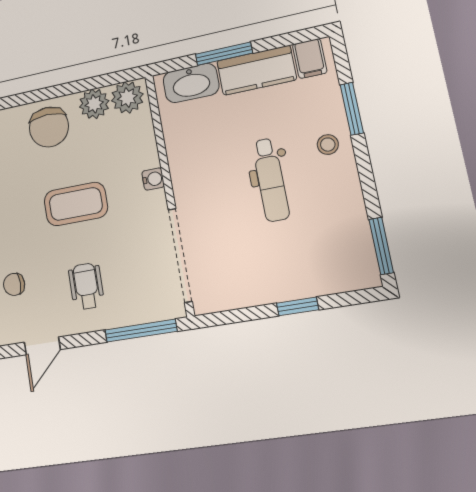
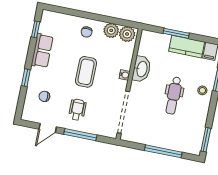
washbasin: (191, 83) -> (142, 69), moved, turned -90
chair: (49, 127) -> (87, 32), width x0.54, depth x0.54
coffee table: (76, 204) -> (86, 72), turned 90
window: (298, 306) -> (163, 151), width x2.17
window: (141, 331) -> (80, 135), moved

